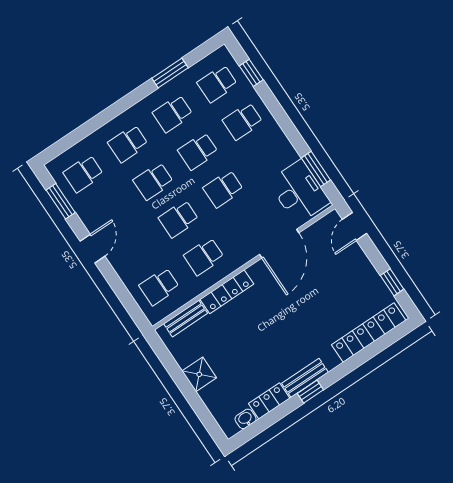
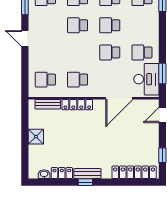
school desk: (243, 121) -> (142, 52), moved
school desk: (179, 219) -> (78, 52), removed
door: (93, 249) -> (25, 38), swing flipped

